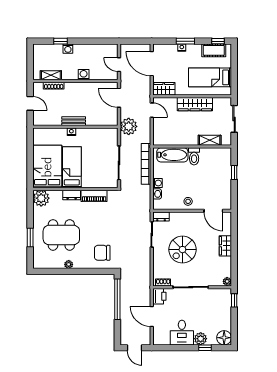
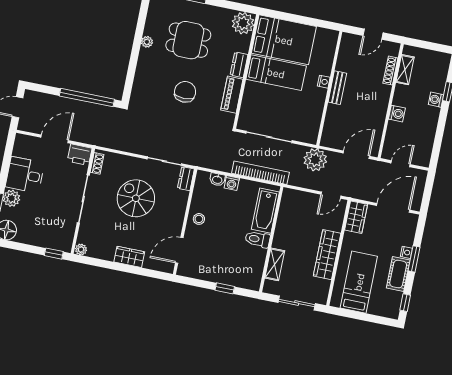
cot: (214, 50) -> (398, 274), moved
dining table: (61, 235) -> (188, 40), width x0.73
chair: (102, 253) -> (185, 92), moved

